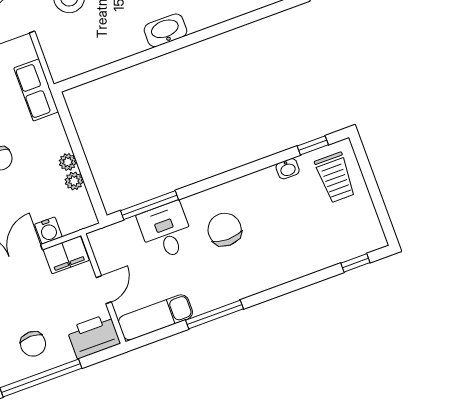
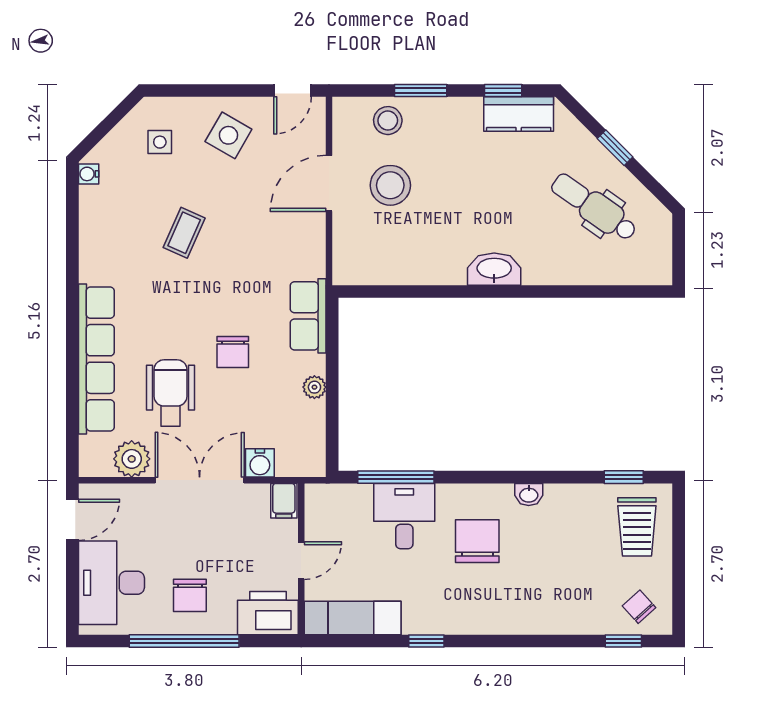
row of seats: (36, 90) -> (308, 316), moved
washbasin: (288, 169) -> (529, 495), moved
plant: (74, 181) -> (314, 413), removed
chair: (358, 234) -> (639, 607), added
filing cabinet: (66, 255) -> (284, 501), width x0.50
window: (214, 314) -> (426, 641), width x0.46

